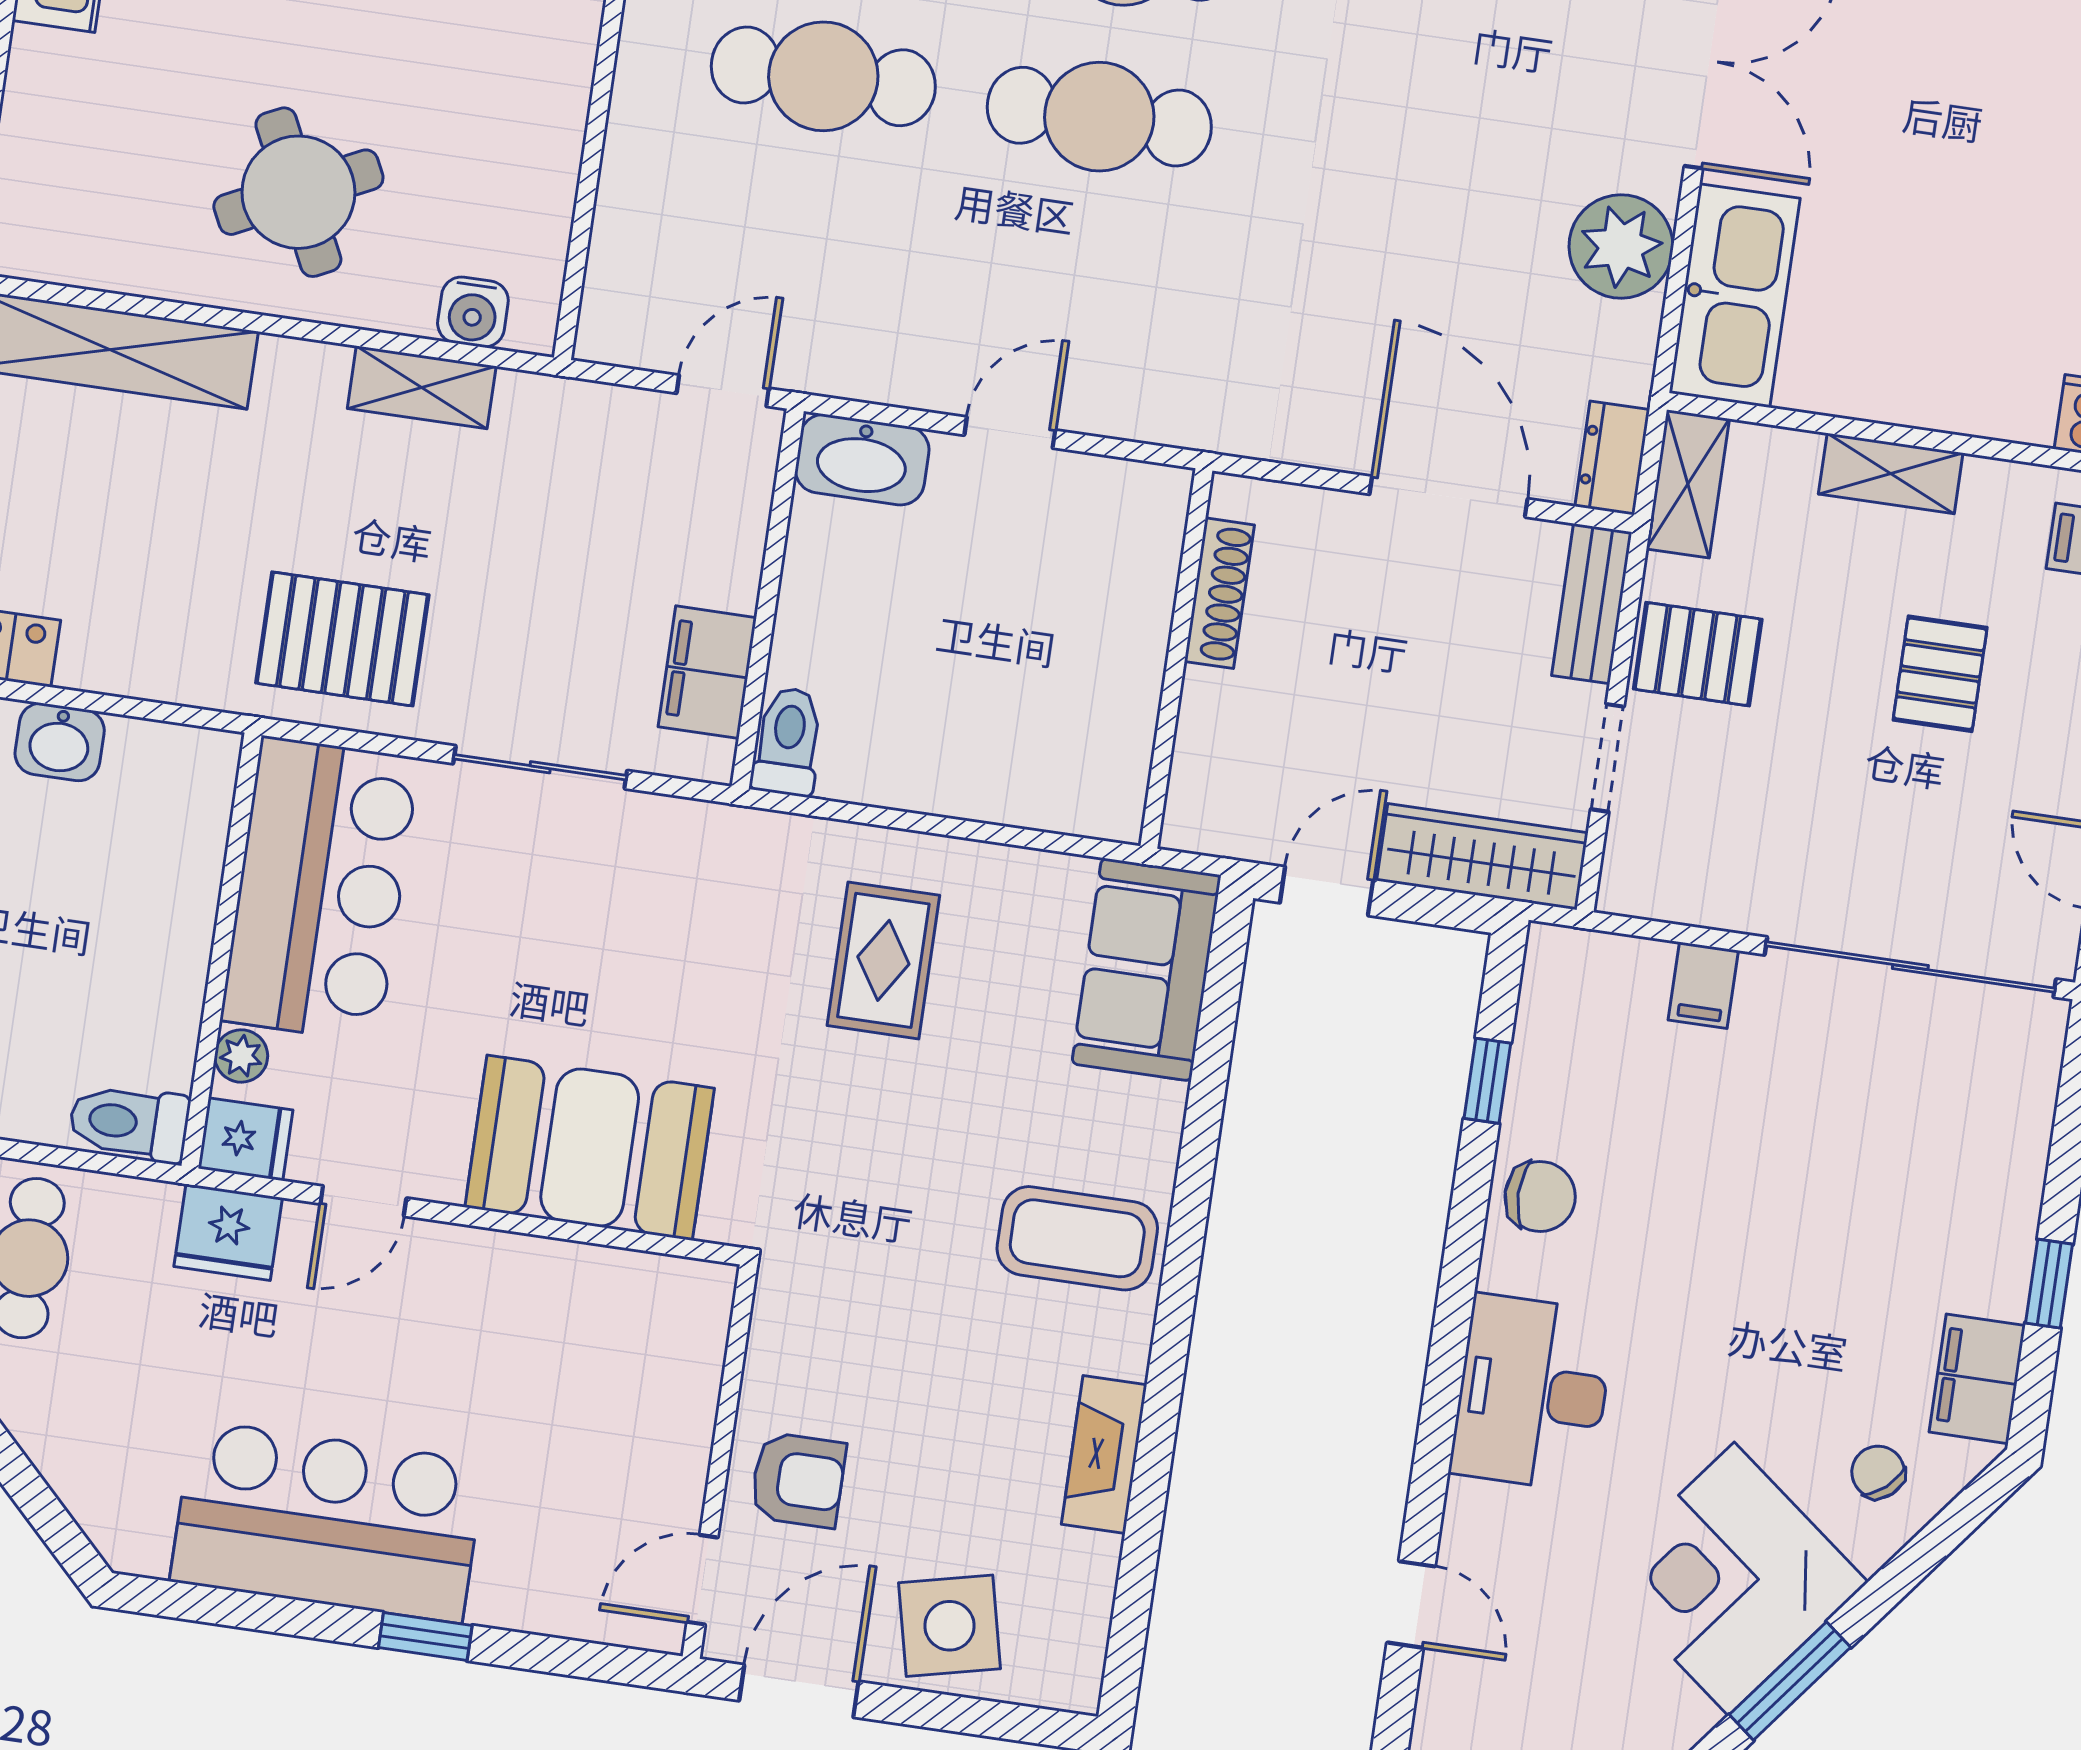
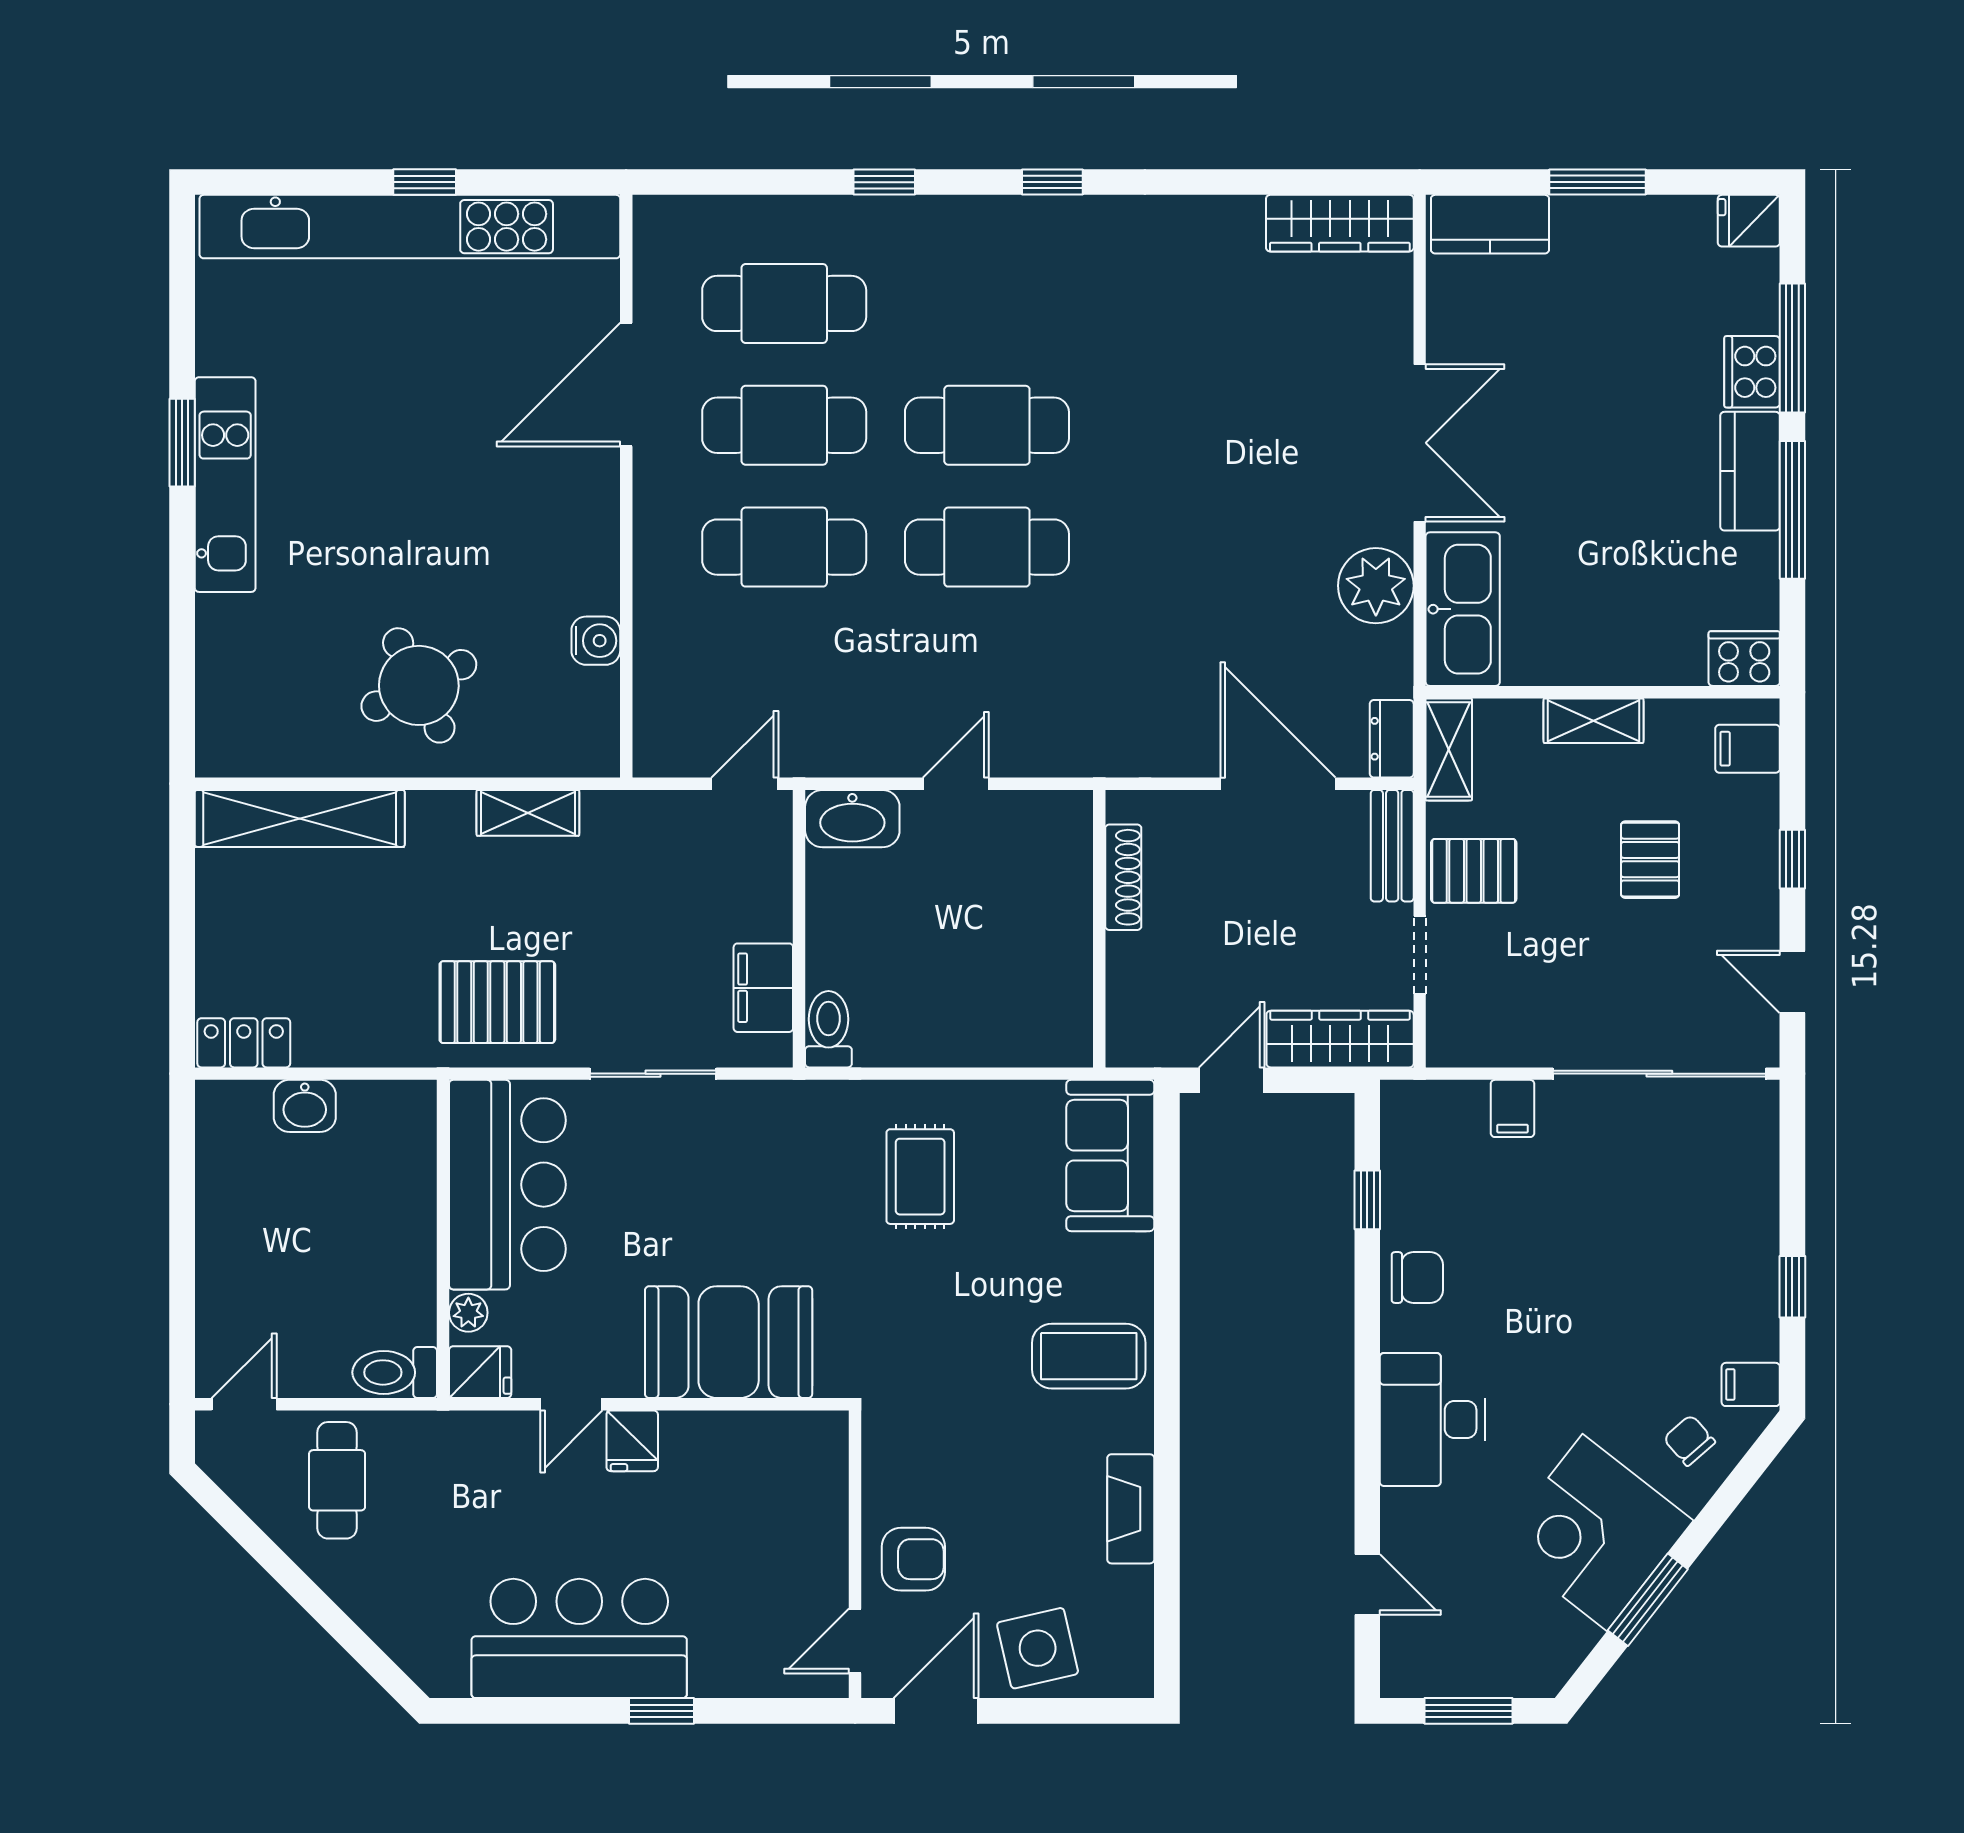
water cooler: (473, 312) -> (596, 641), moved, turned -90
fridge: (228, 1232) -> (632, 1441), moved, width x0.72
filing cabinet: (1977, 1379) -> (1751, 1384), width x0.50

